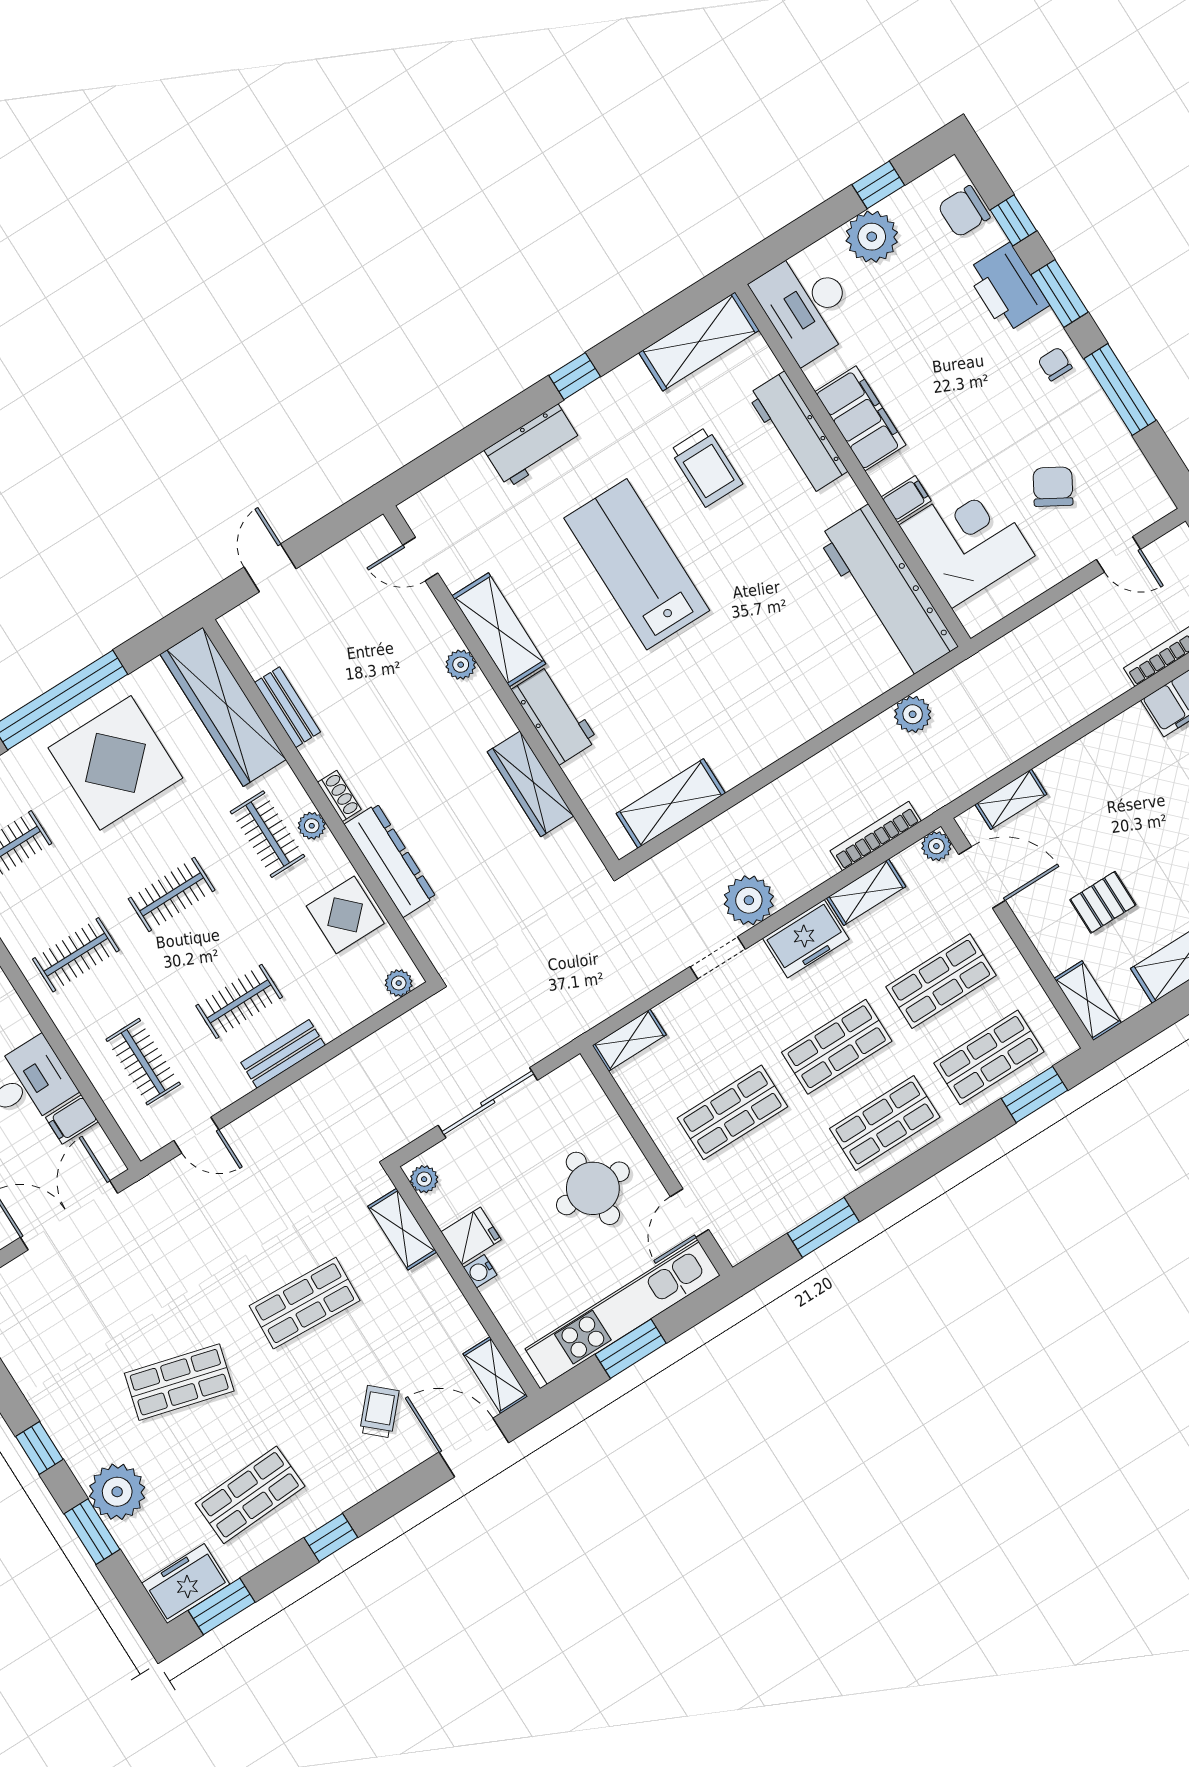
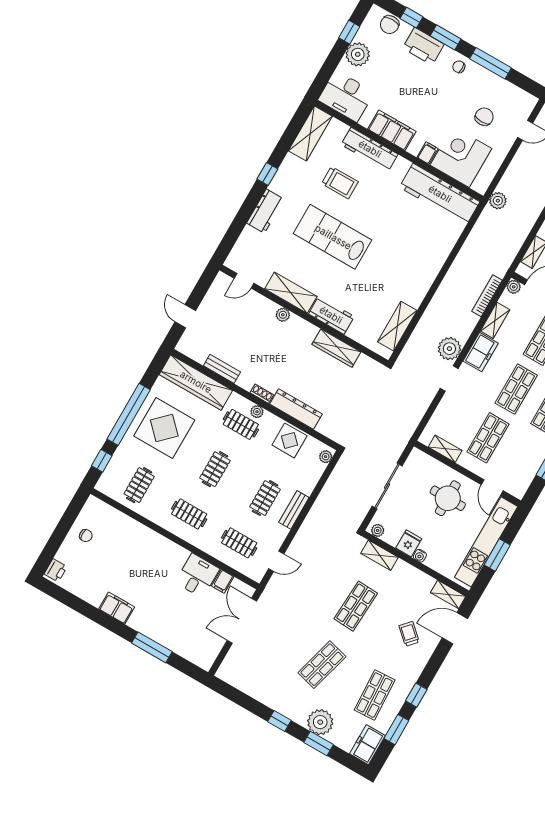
chair: (1053, 487) -> (484, 117), turned 60
plant: (913, 714) -> (498, 201), moved
clothes rail: (76, 955) -> (189, 514), turned 90
shelving: (629, 1040) -> (445, 449), moved, turned 90
window: (222, 1606) -> (396, 730), moved

